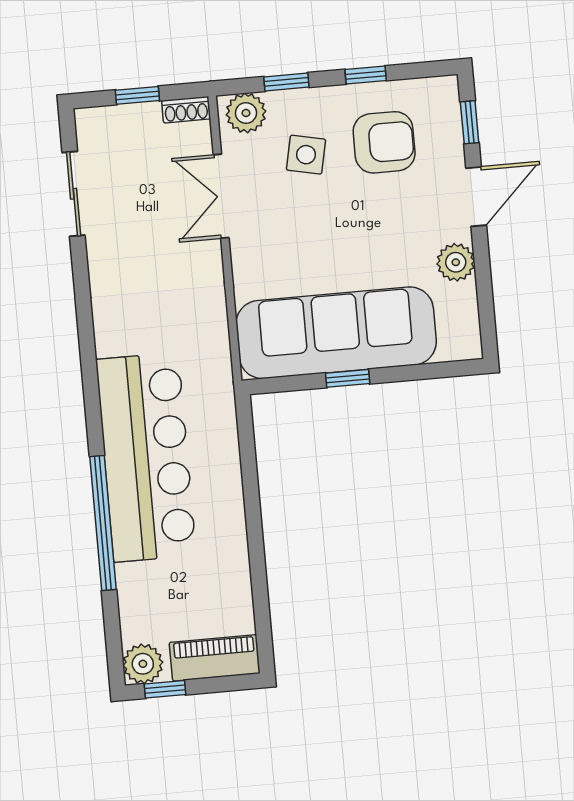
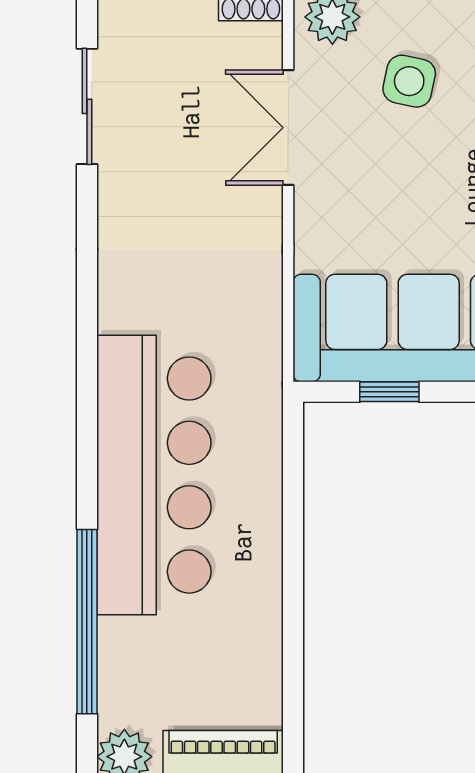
window: (348, 378) -> (389, 392), moved
window: (103, 523) -> (87, 622), moved

